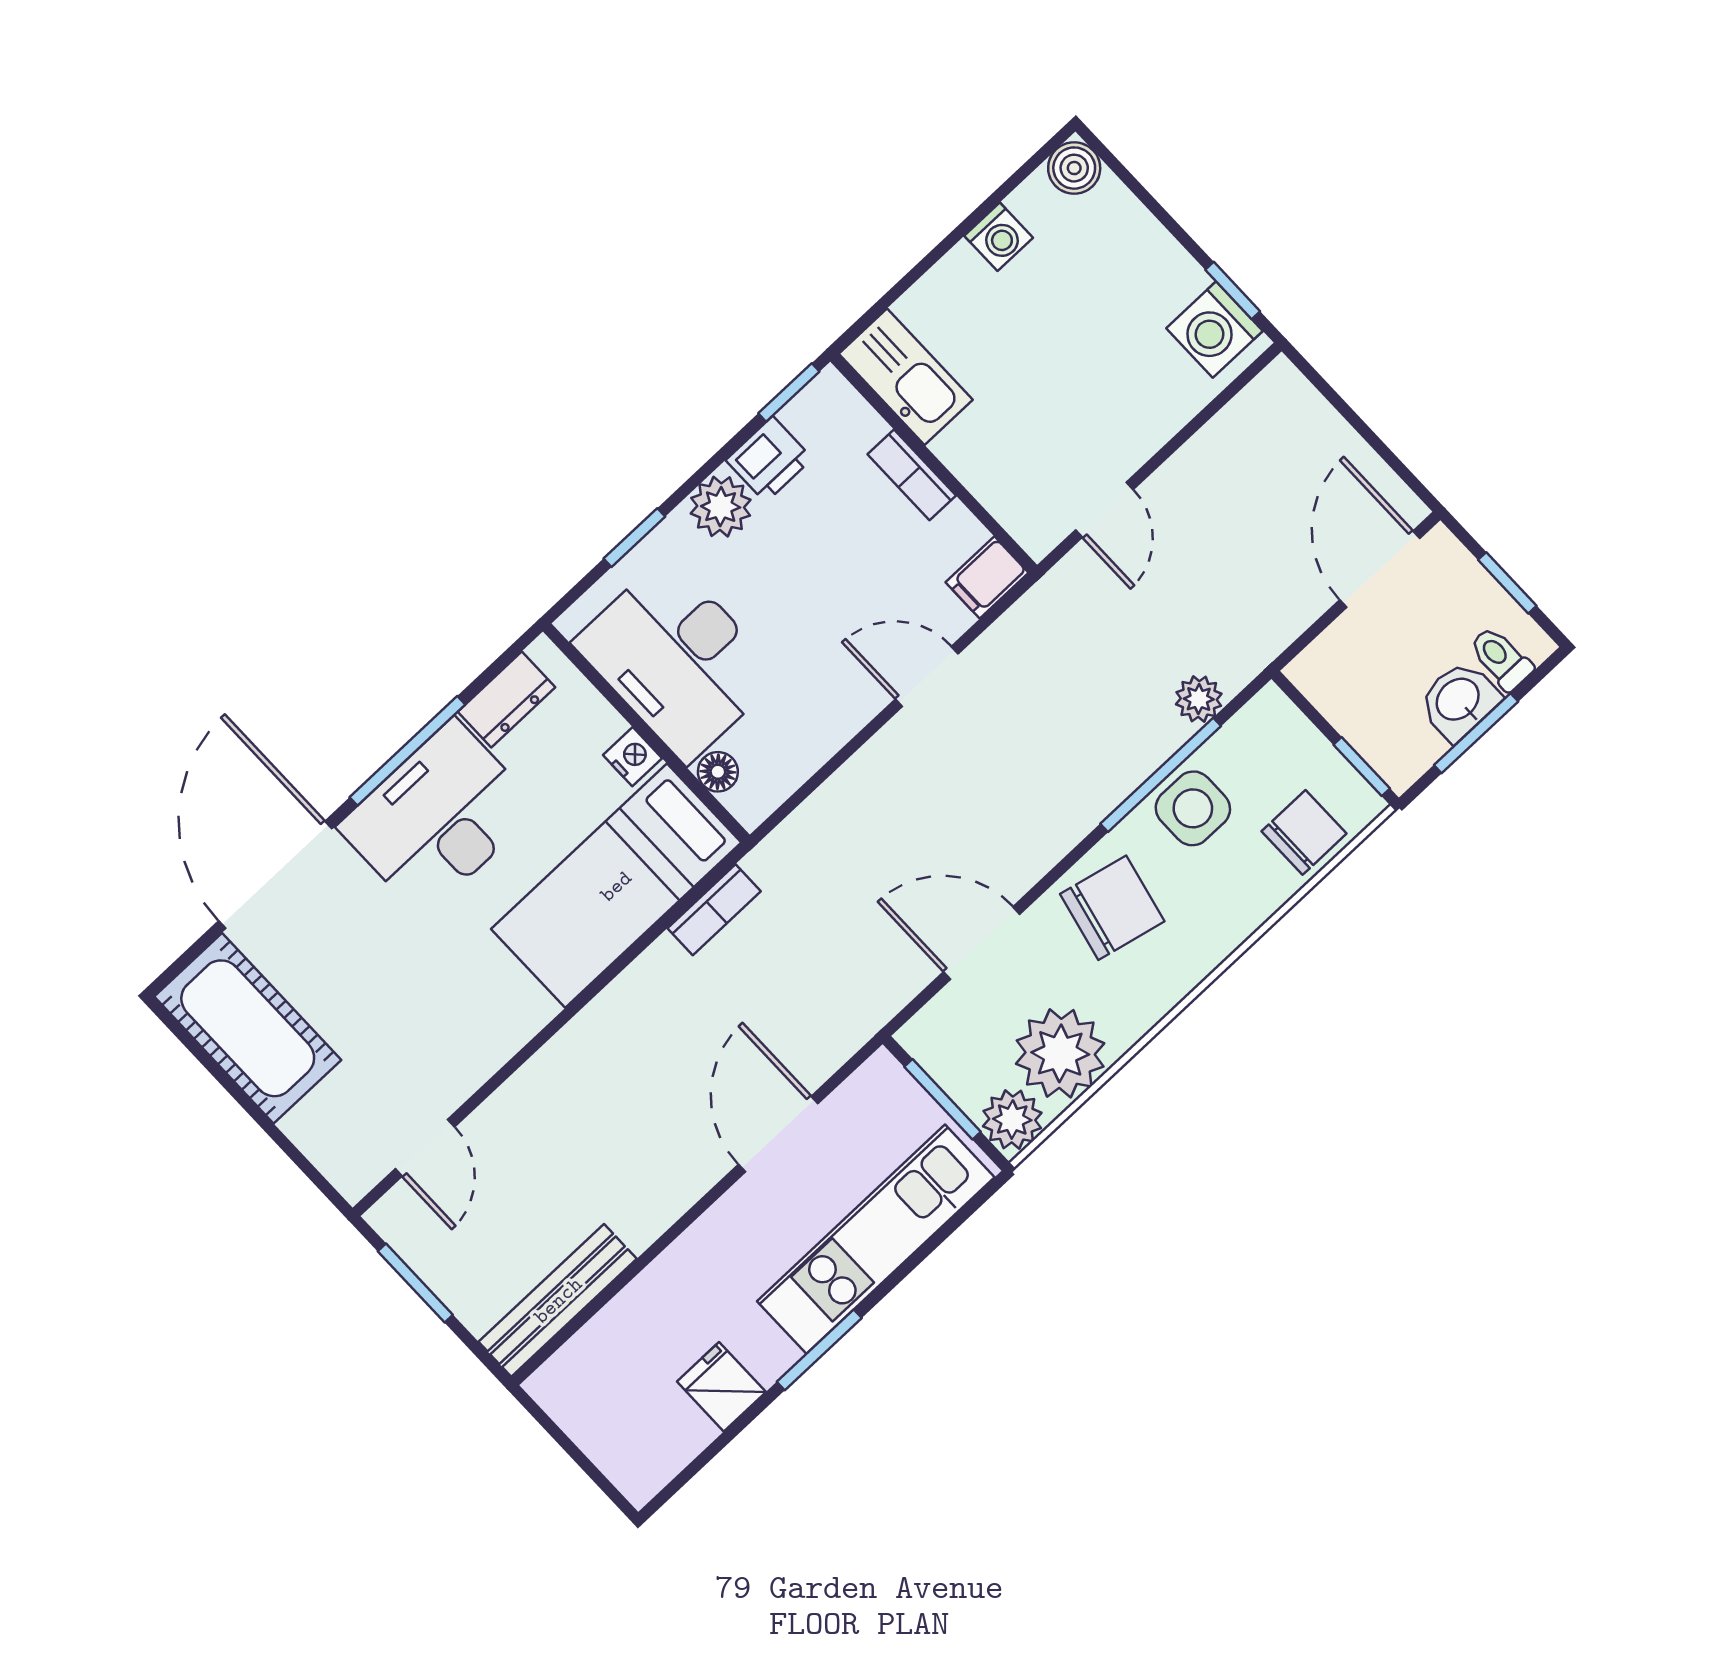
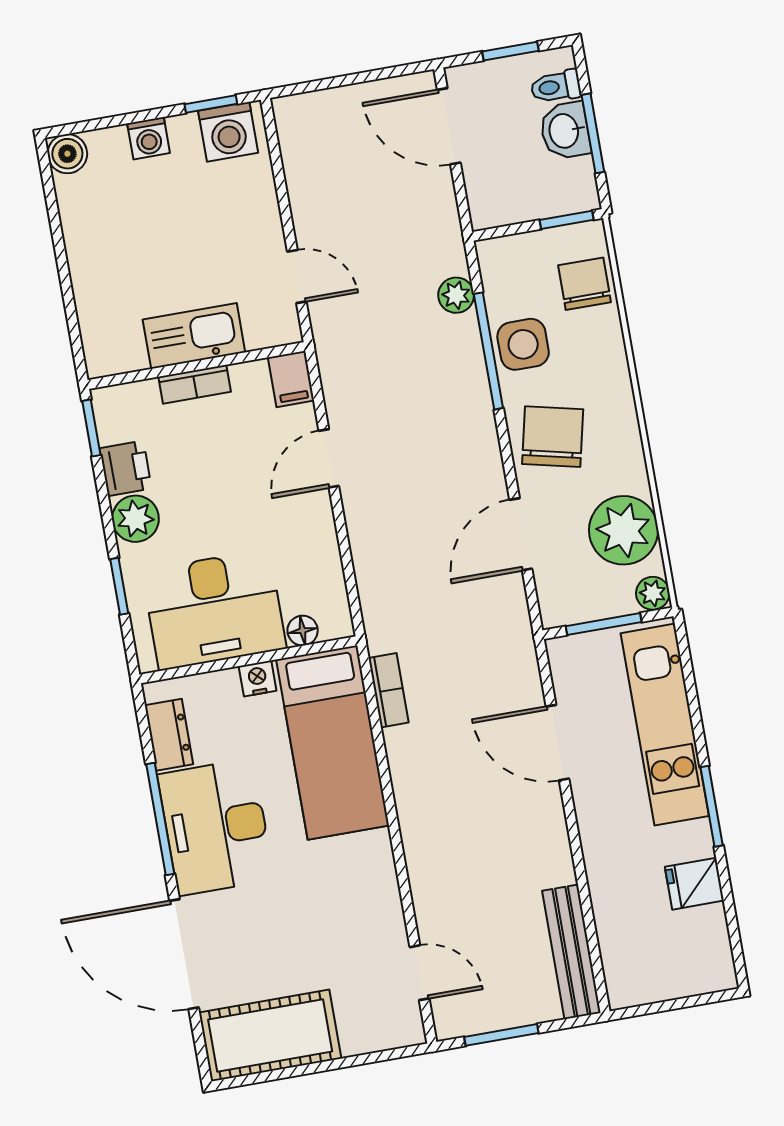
washing machine: (999, 237) -> (149, 138), moved, turned 90
kitchen sink: (906, 377) -> (194, 336), moved
plant: (1012, 1119) -> (653, 593), width x0.73, depth x0.73

